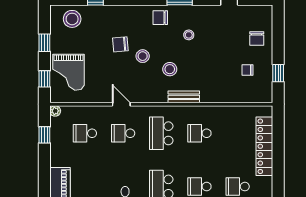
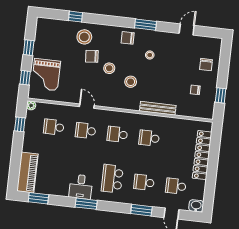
stool: (72, 19) -> (84, 37), moved
bench: (184, 97) -> (158, 108), moved, width x1.36
school desk: (161, 133) -> (117, 134), width x0.54

